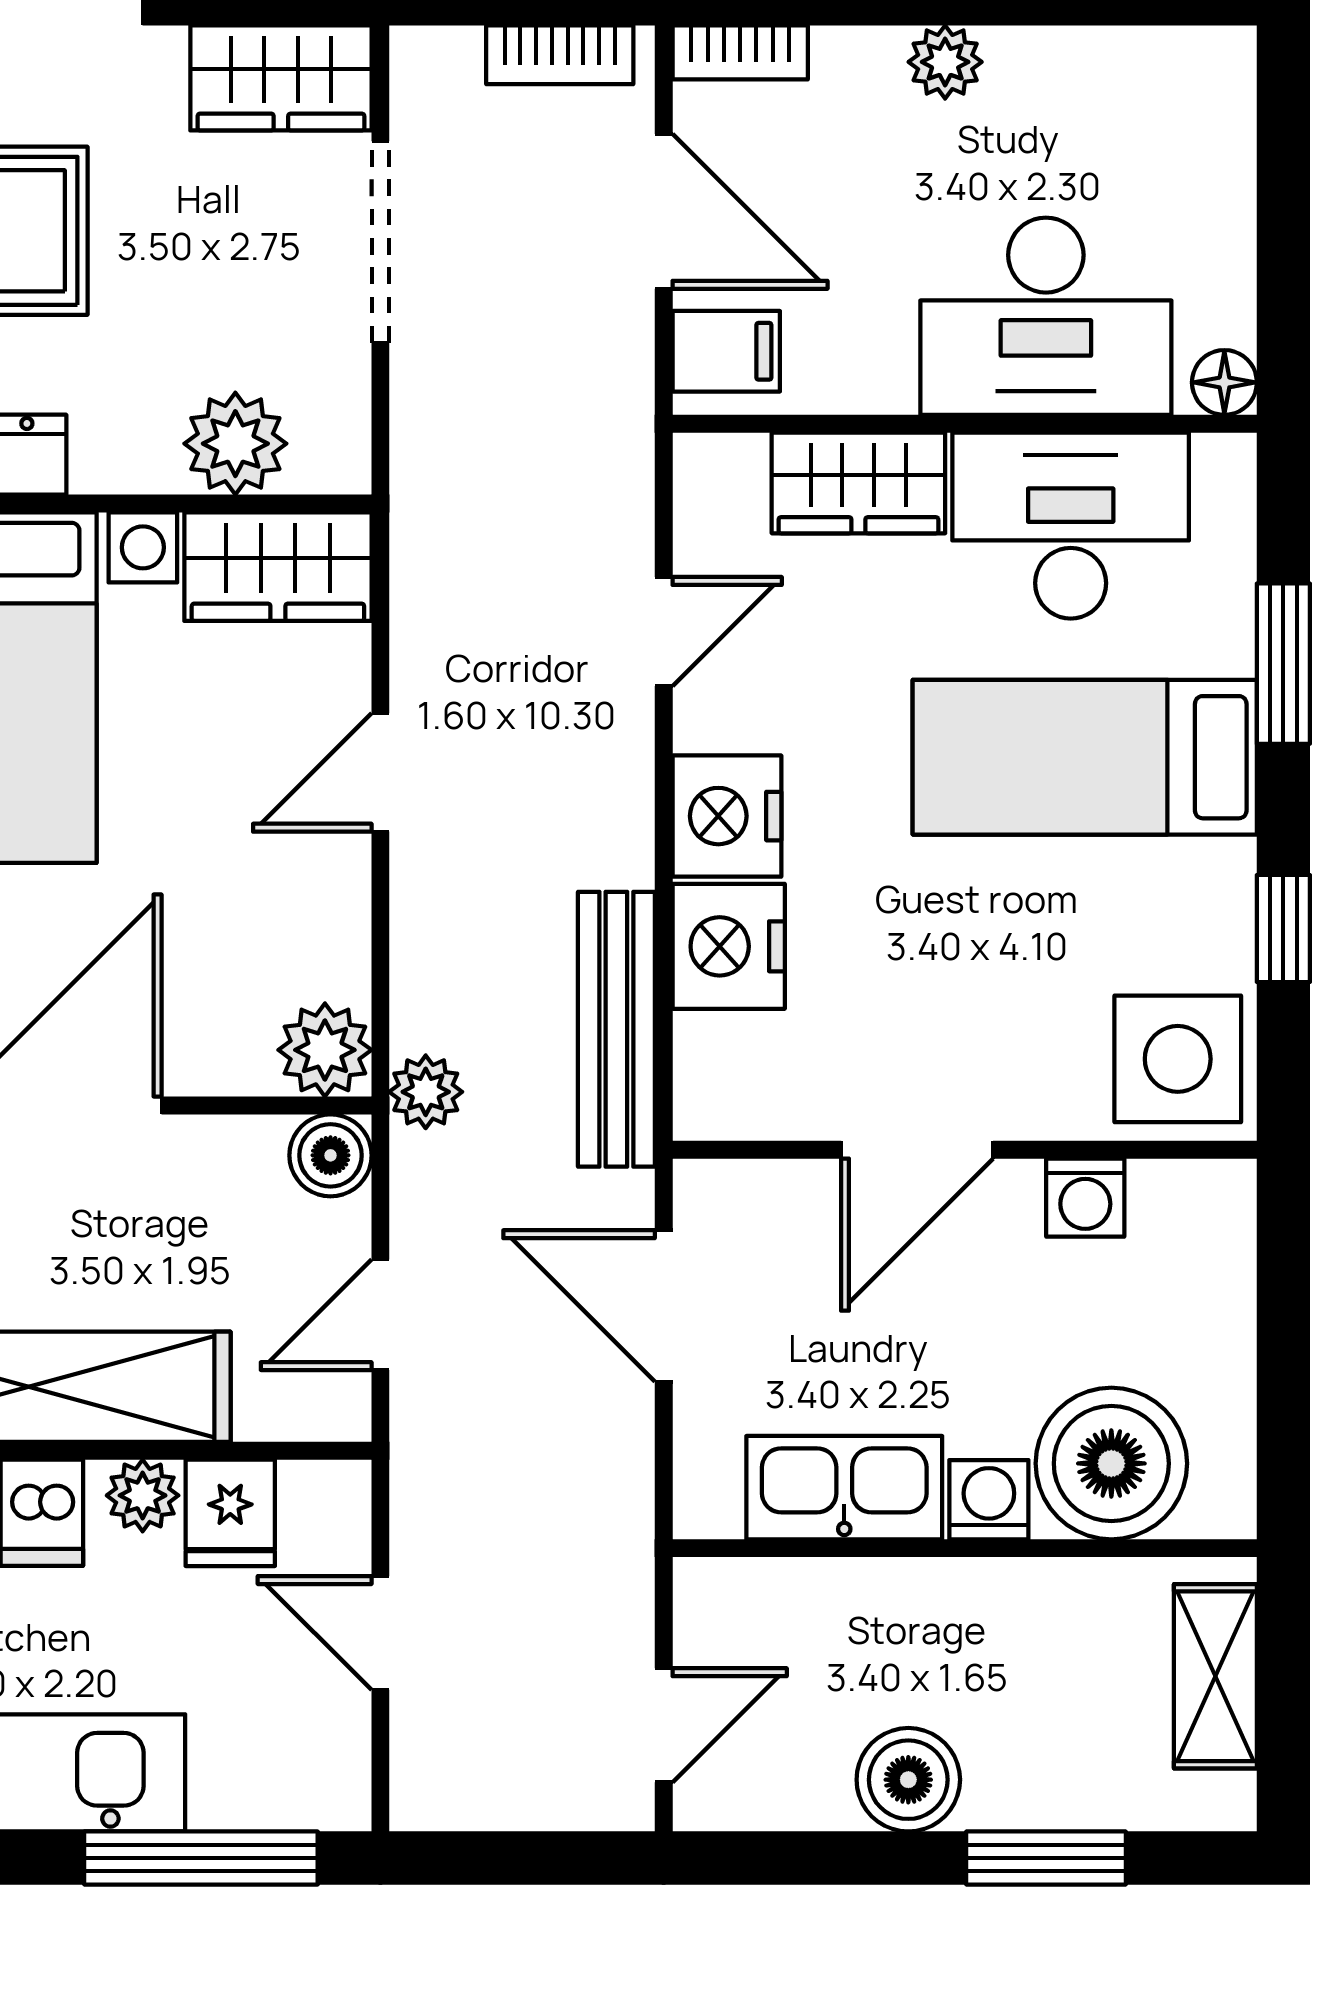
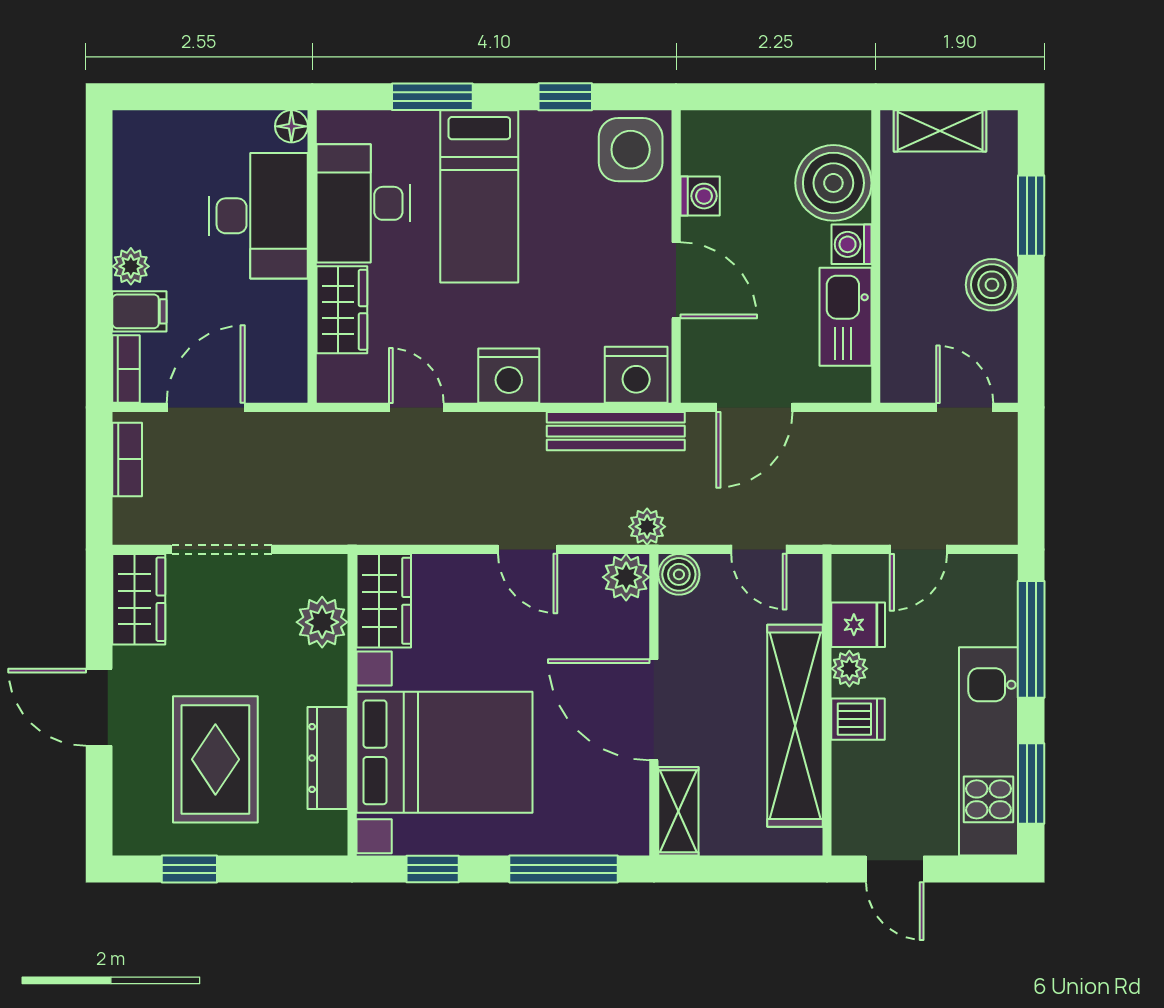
filing cabinet: (726, 351) -> (139, 311), moved, turned 90
door: (380, 772) -> (528, 549), moved
nightstand: (729, 946) -> (636, 375), moved

